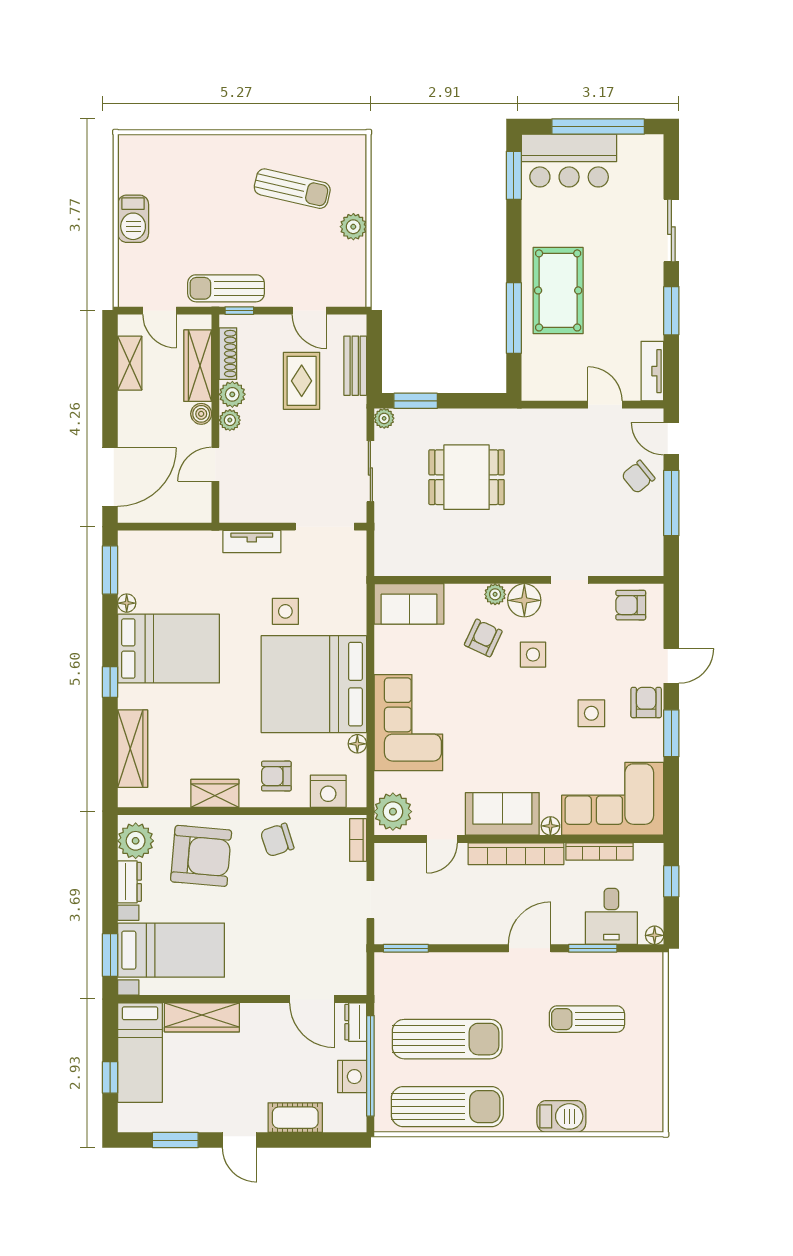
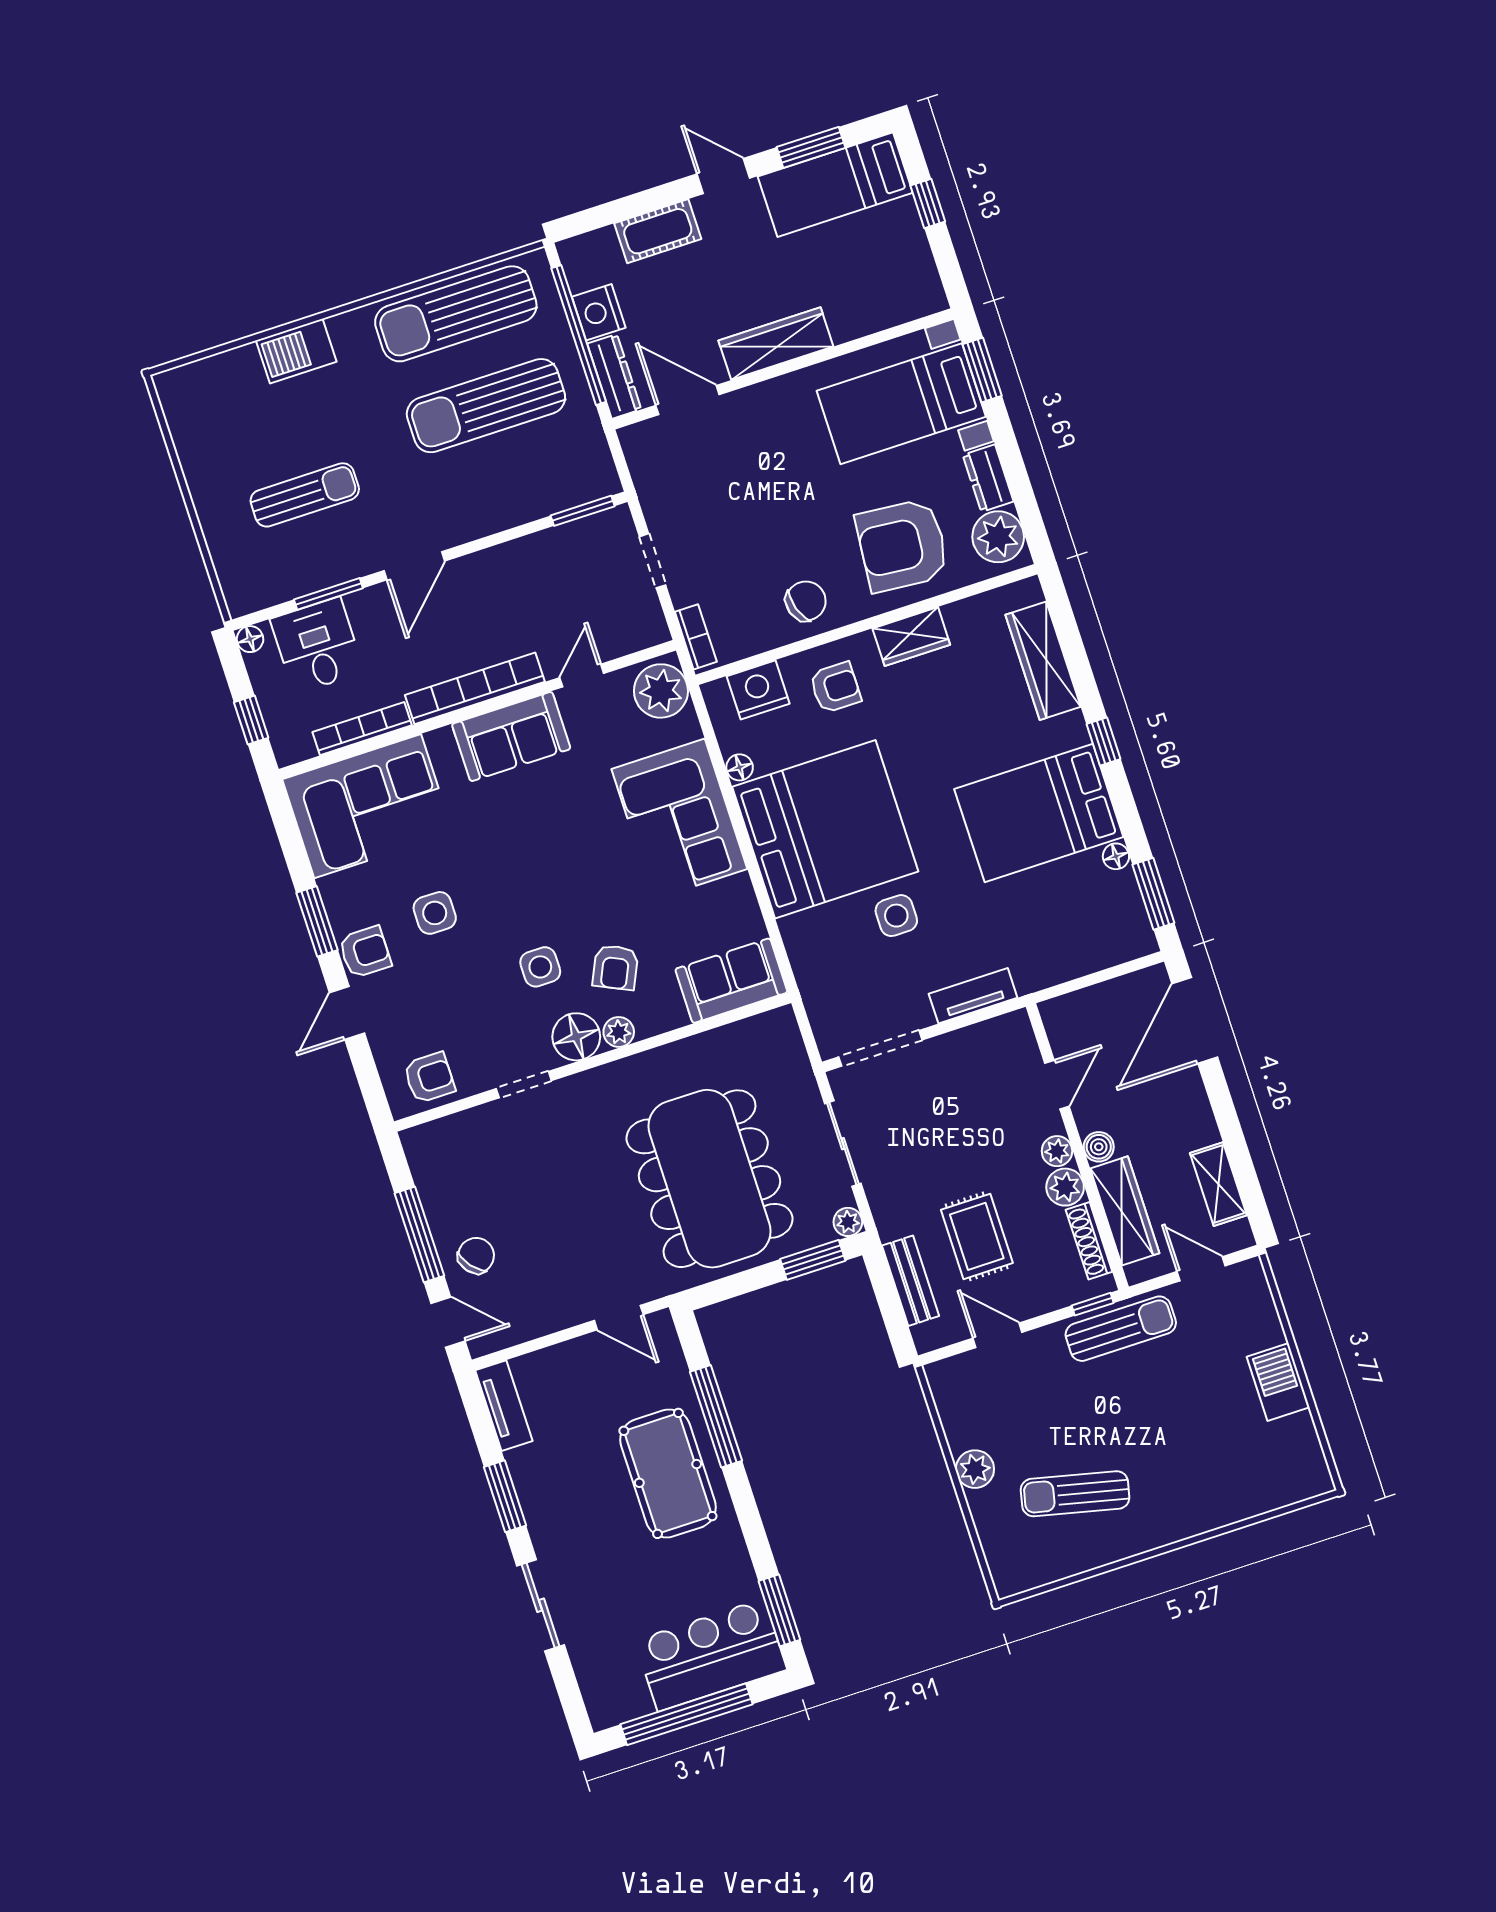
door: (605, 405) -> (619, 1318), moved
dining table: (467, 477) -> (710, 1179), width x1.87, depth x1.24
armchair: (646, 703) -> (365, 952), turned -90
floor lamp: (550, 826) -> (440, 741), removed
wardrobe: (202, 1017) -> (776, 344), moved
dresser: (356, 1022) -> (614, 376), width x1.44
bed: (140, 1053) -> (835, 185), moved, turned -90

